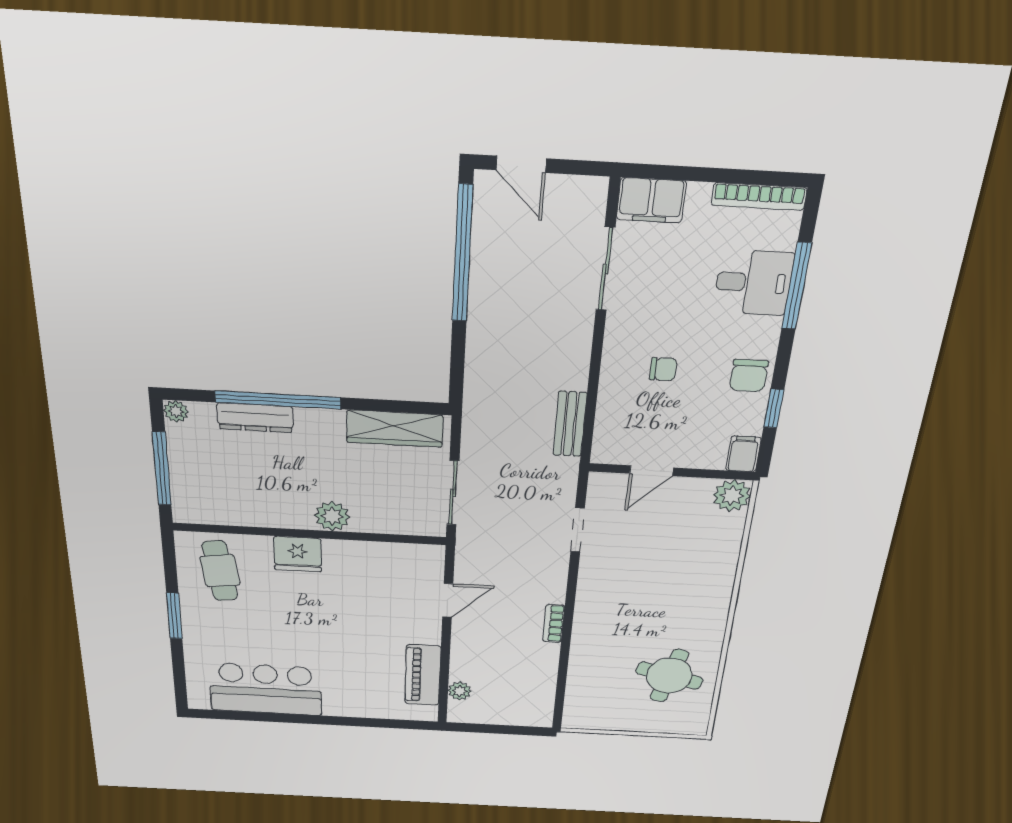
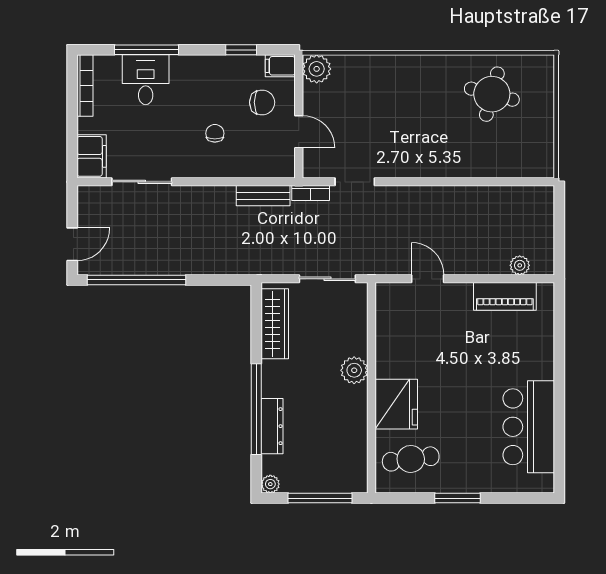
chair: (749, 376) -> (262, 102), moved
fridge: (298, 554) -> (396, 404), width x1.36, depth x1.34
bookcase: (554, 624) -> (311, 193), moved

